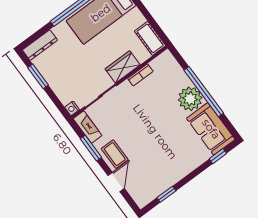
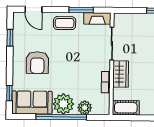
plant: (179, 77) -> (85, 108), added
nightstand: (72, 108) -> (118, 17), removed
armchair: (170, 152) -> (37, 63), added
door: (116, 182) -> (33, 9), moved

